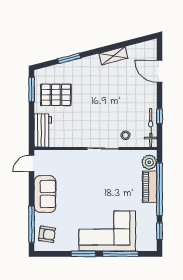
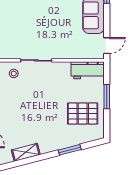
window: (32, 90) -> (107, 97), moved
workbench: (43, 131) -> (88, 70), moved, turned -90

